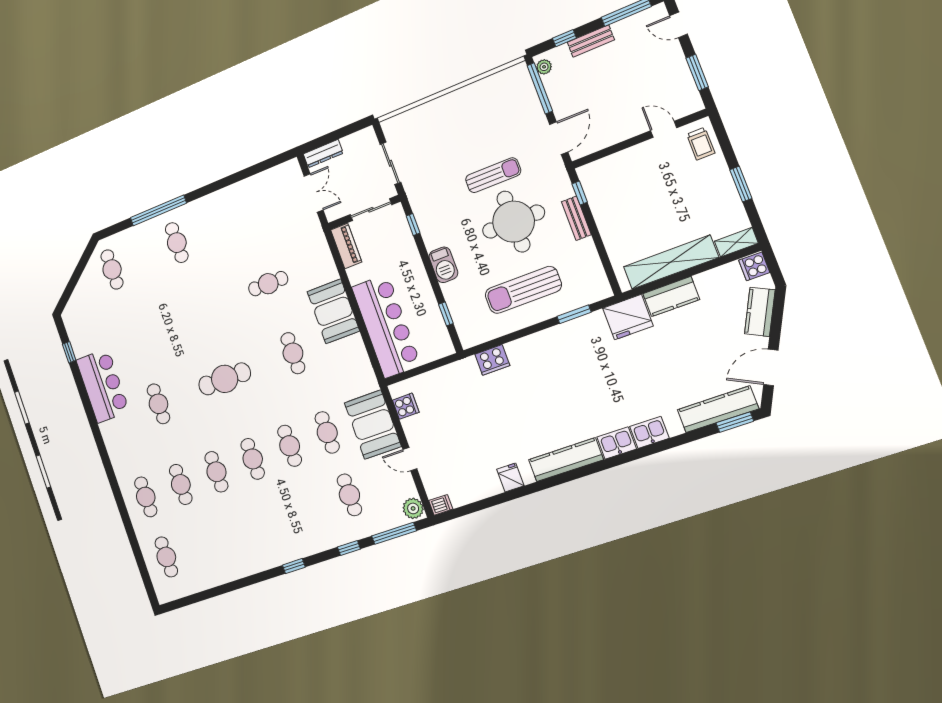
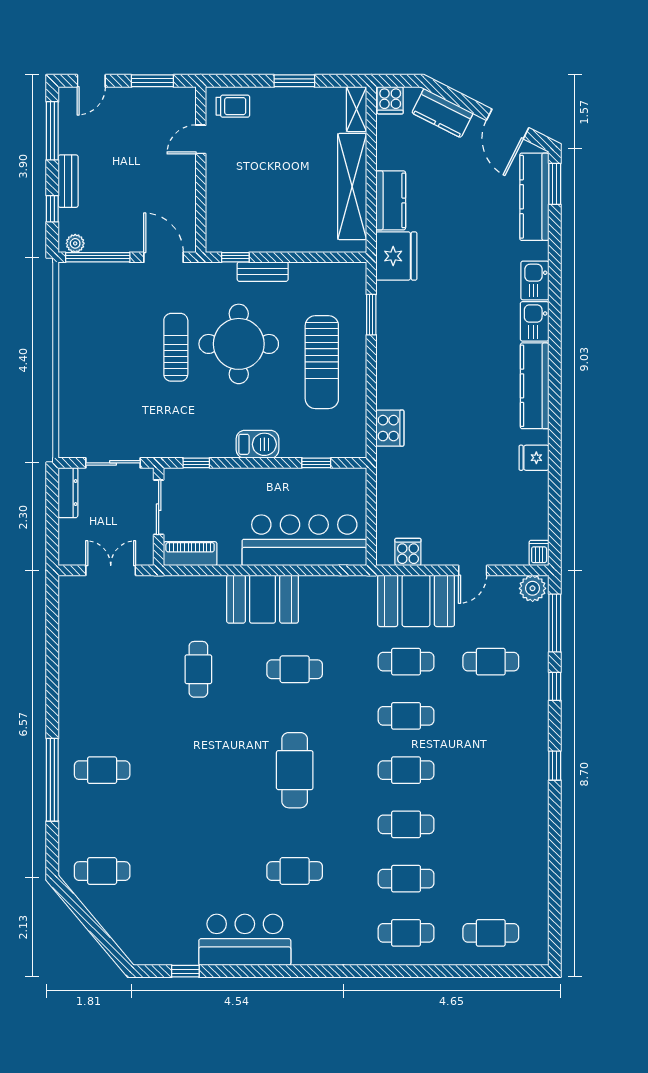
dresser: (323, 154) -> (68, 493), moved

